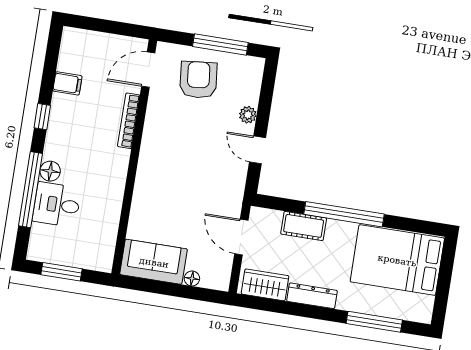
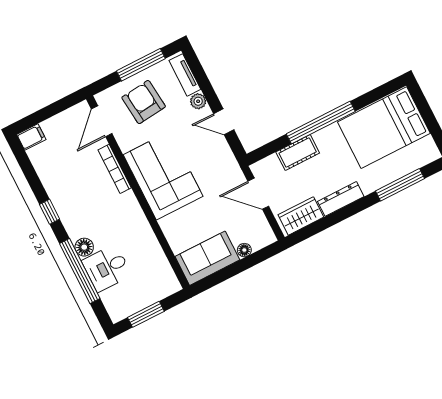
tv unit: (253, 82) -> (185, 75), added
filing cabinet: (67, 83) -> (31, 137), moved
corner sofa: (168, 159) -> (163, 176), added

